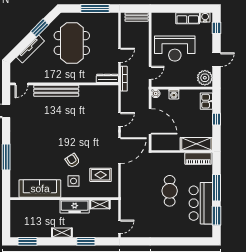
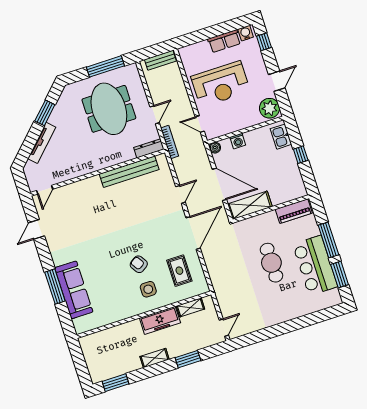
meeting table: (72, 43) -> (109, 109), moved
door: (150, 73) -> (200, 124), swing flipped
bench: (56, 91) -> (129, 172), moved
shelving: (196, 144) -> (250, 205), moved
rug: (101, 175) -> (179, 271), turned 90
sofa: (40, 189) -> (74, 290), moved, turned 90

